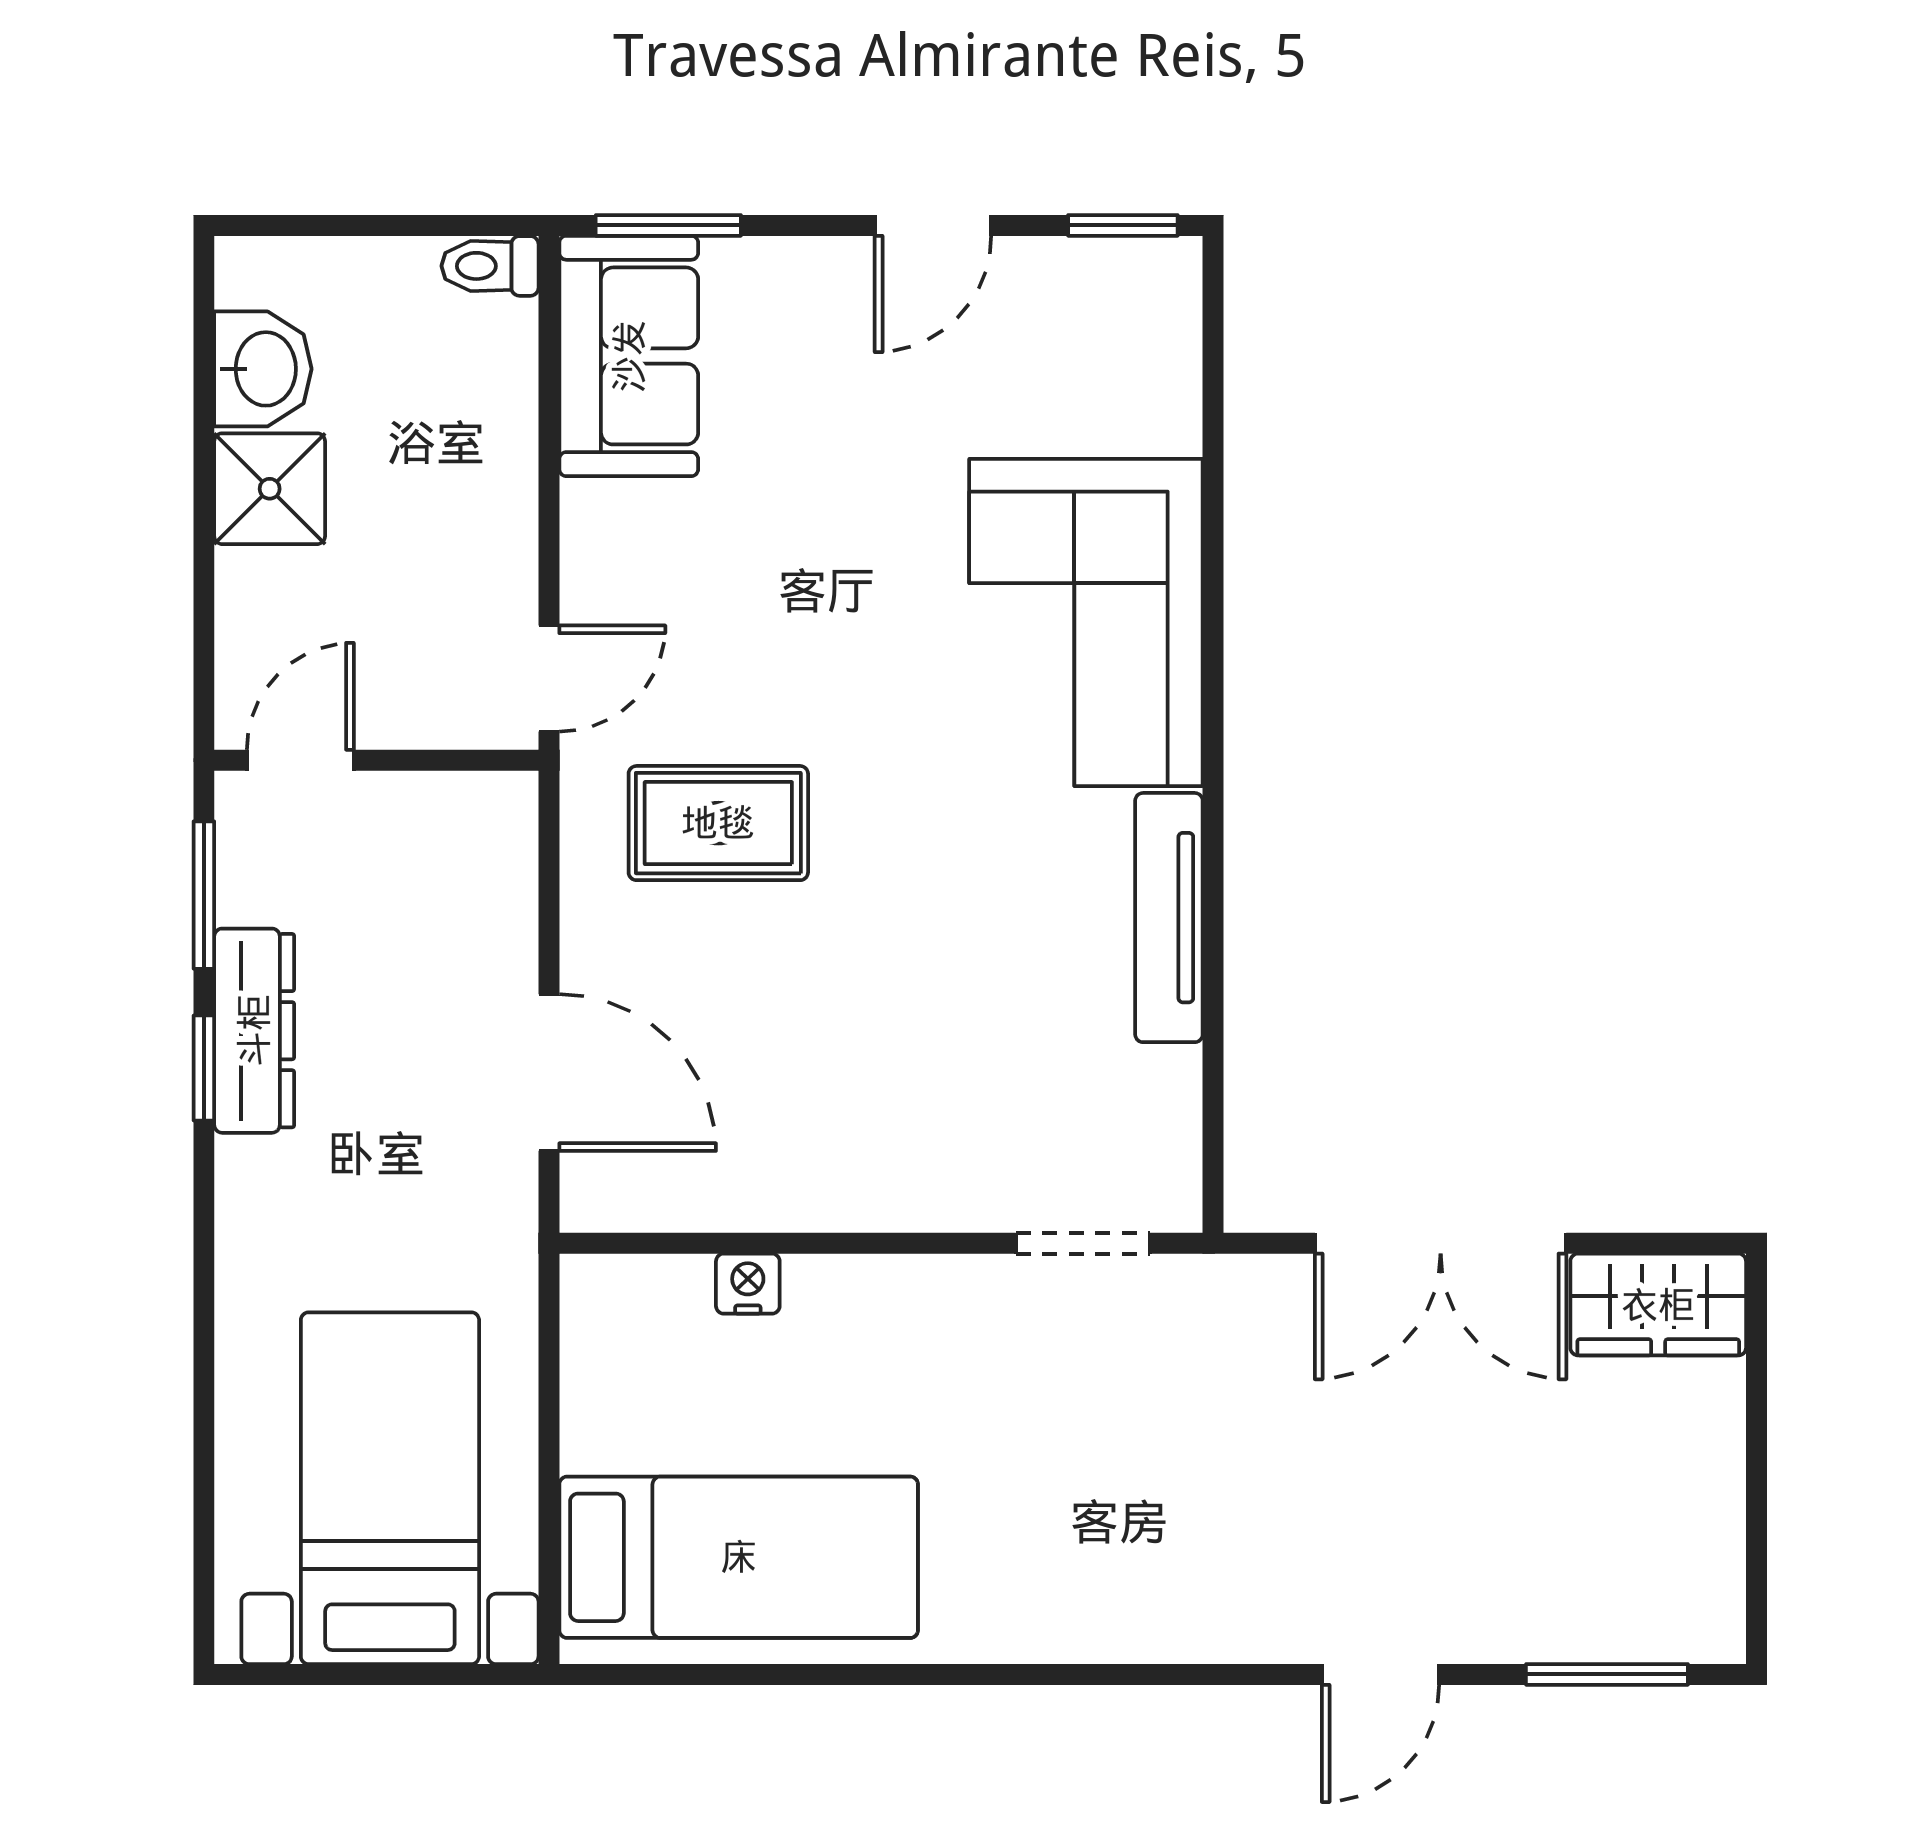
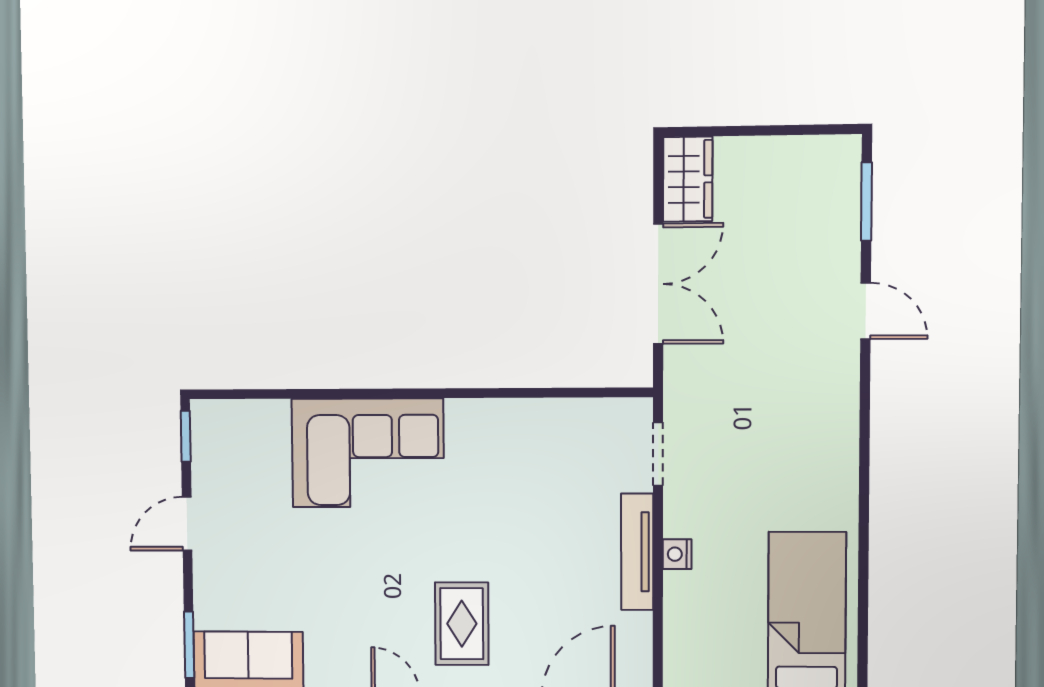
door: (933, 225) -> (187, 524), swing flipped
tv unit: (1169, 918) -> (637, 552), moved, turned 90
nightstand: (748, 1284) -> (677, 554), moved

